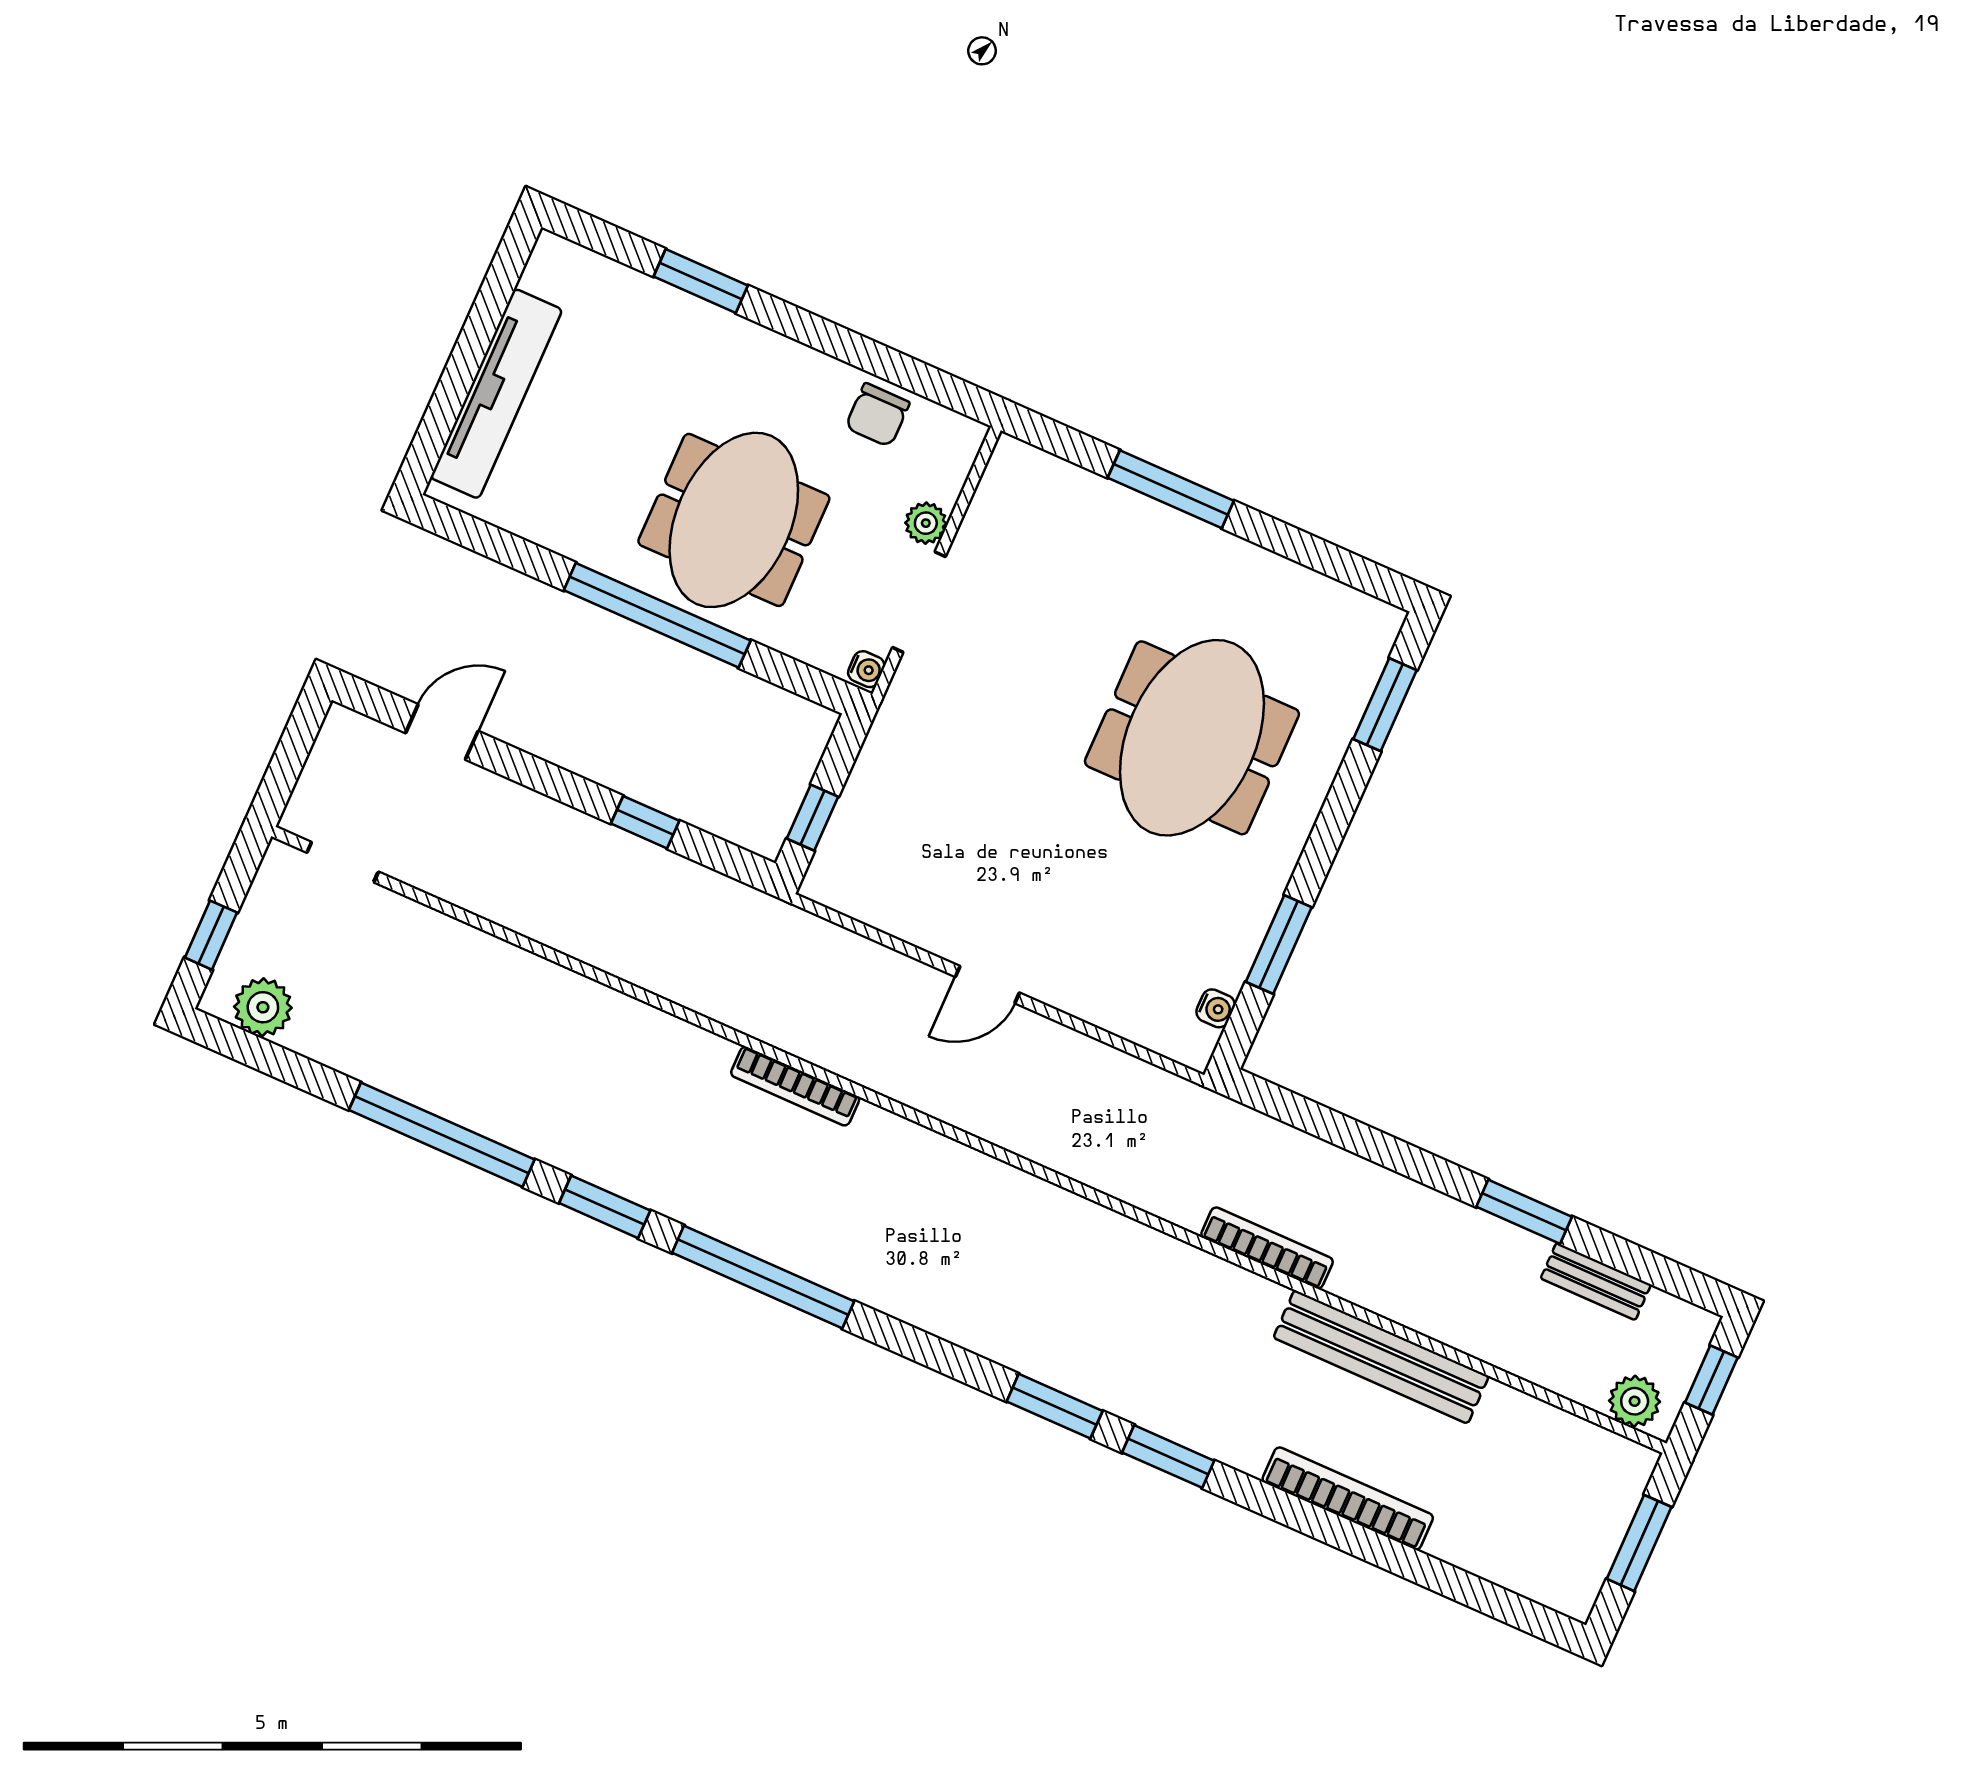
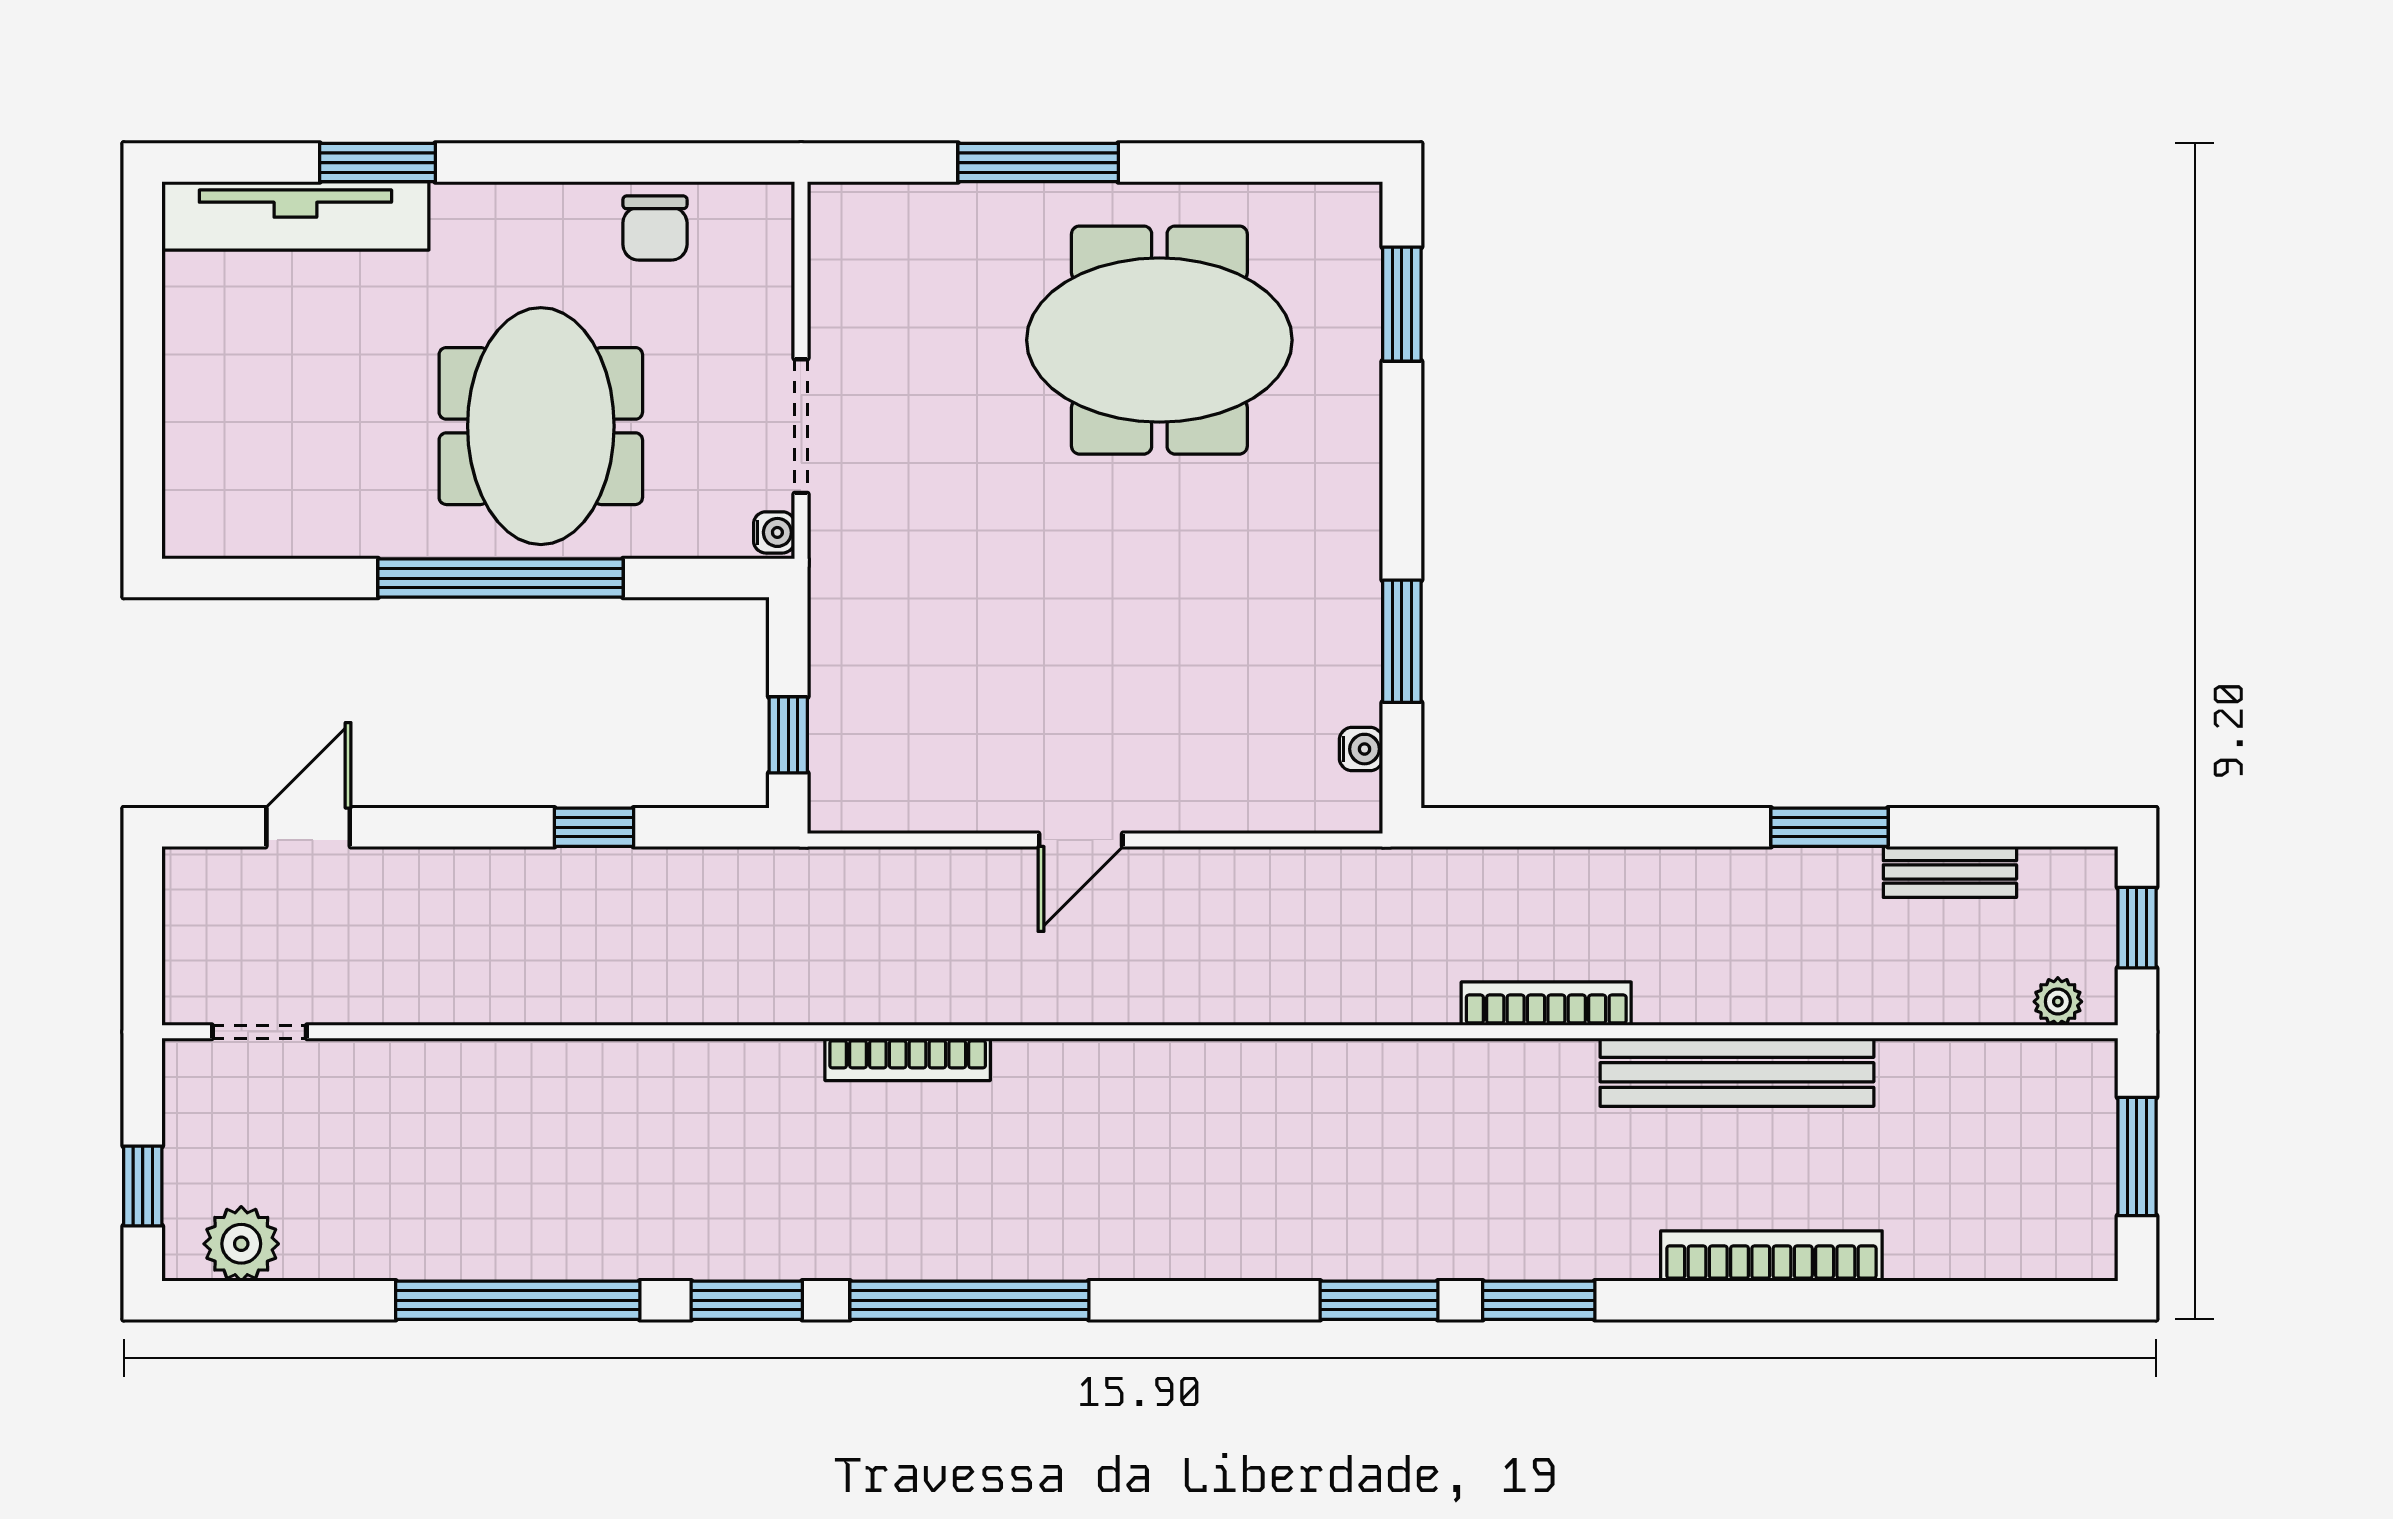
tv unit: (496, 394) -> (295, 216), moved, turned 90
plant: (926, 523) -> (768, 330), removed
meeting table: (1192, 738) -> (1159, 340), moved, turned 90
plant: (1635, 1401) -> (2058, 1002), width x0.73, depth x0.73

